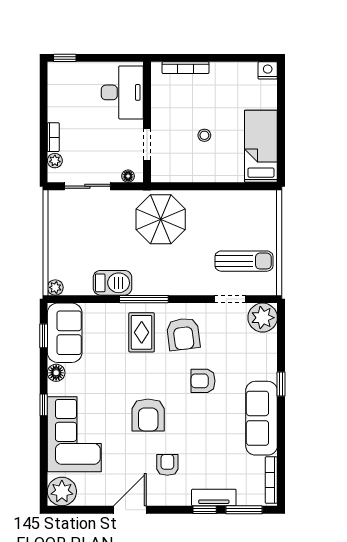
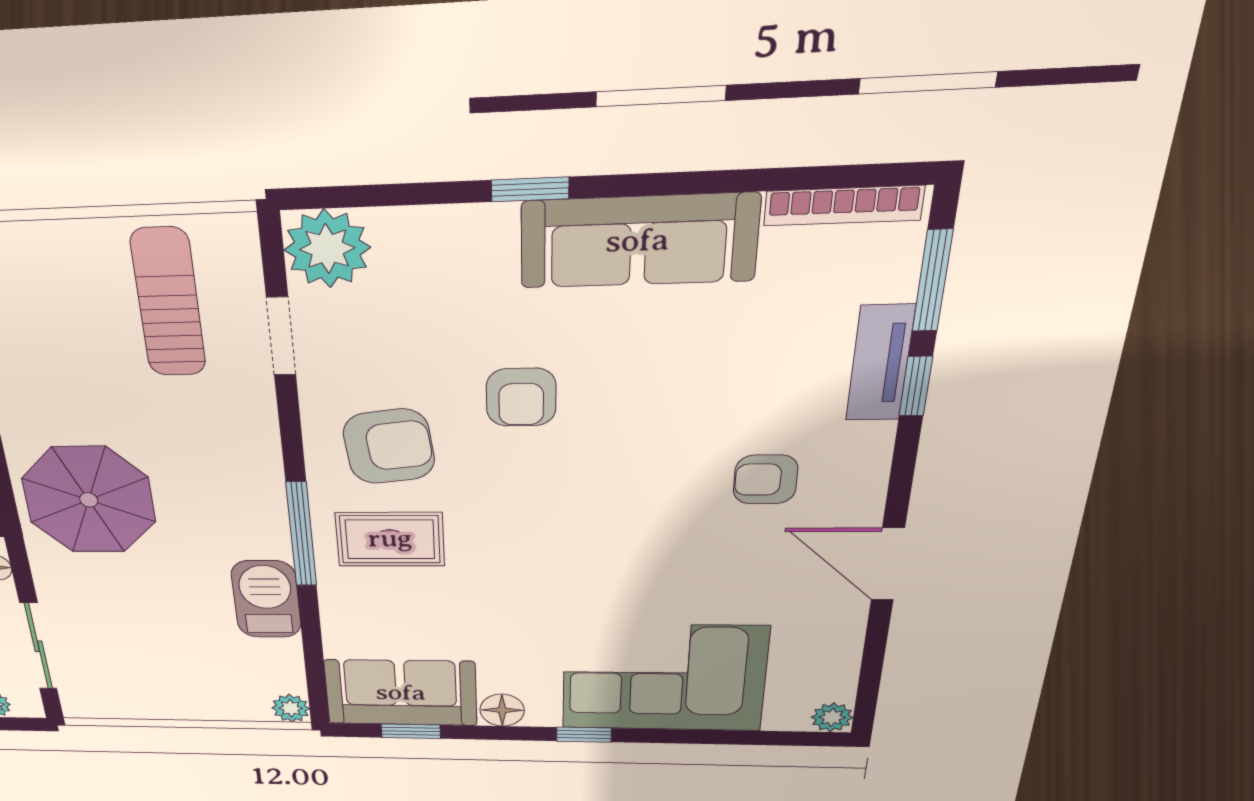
armchair: (148, 415) -> (618, 524), removed
plant: (62, 491) -> (832, 717), width x0.53, depth x0.53

